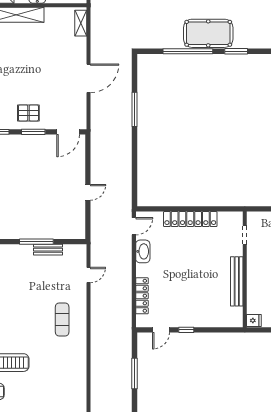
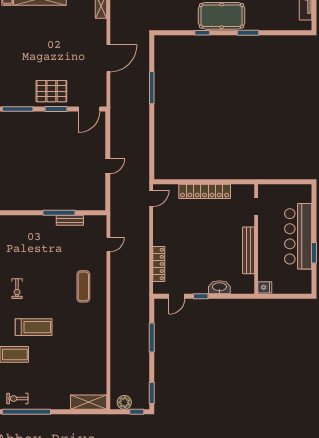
window: (188, 51) -> (202, 33), width x0.32
pallet: (28, 113) -> (51, 91), width x1.50, depth x1.42
washbasin: (143, 251) -> (219, 287), moved, turned -90

